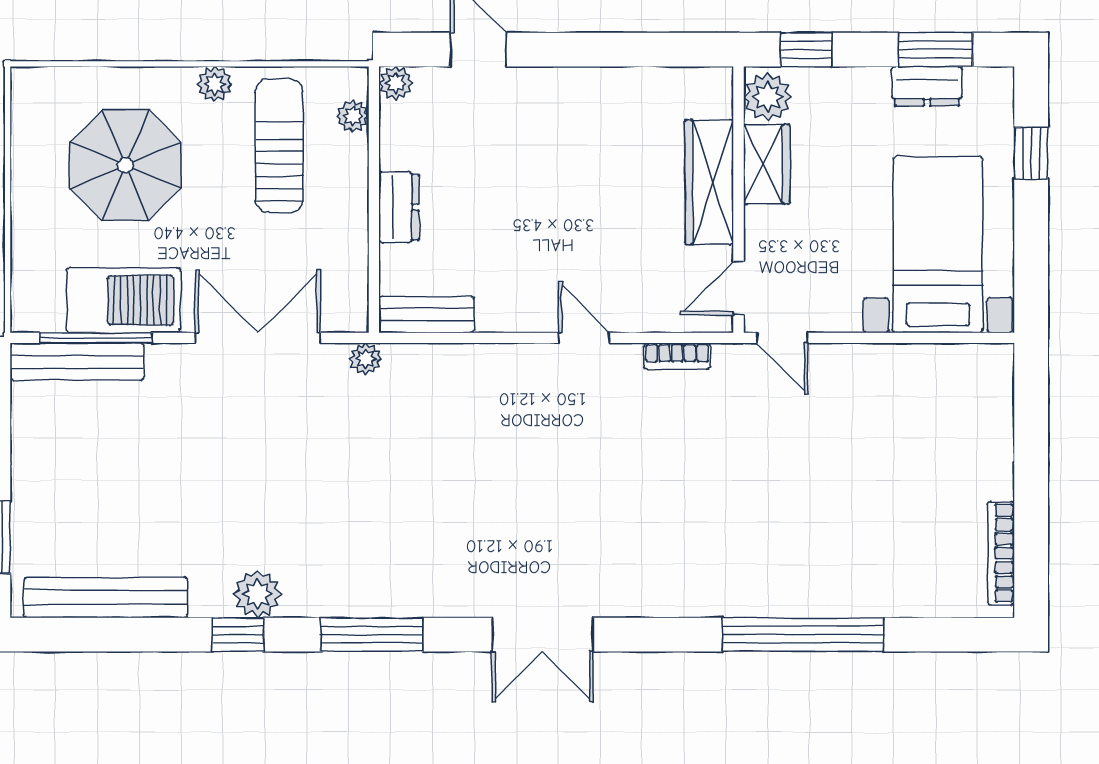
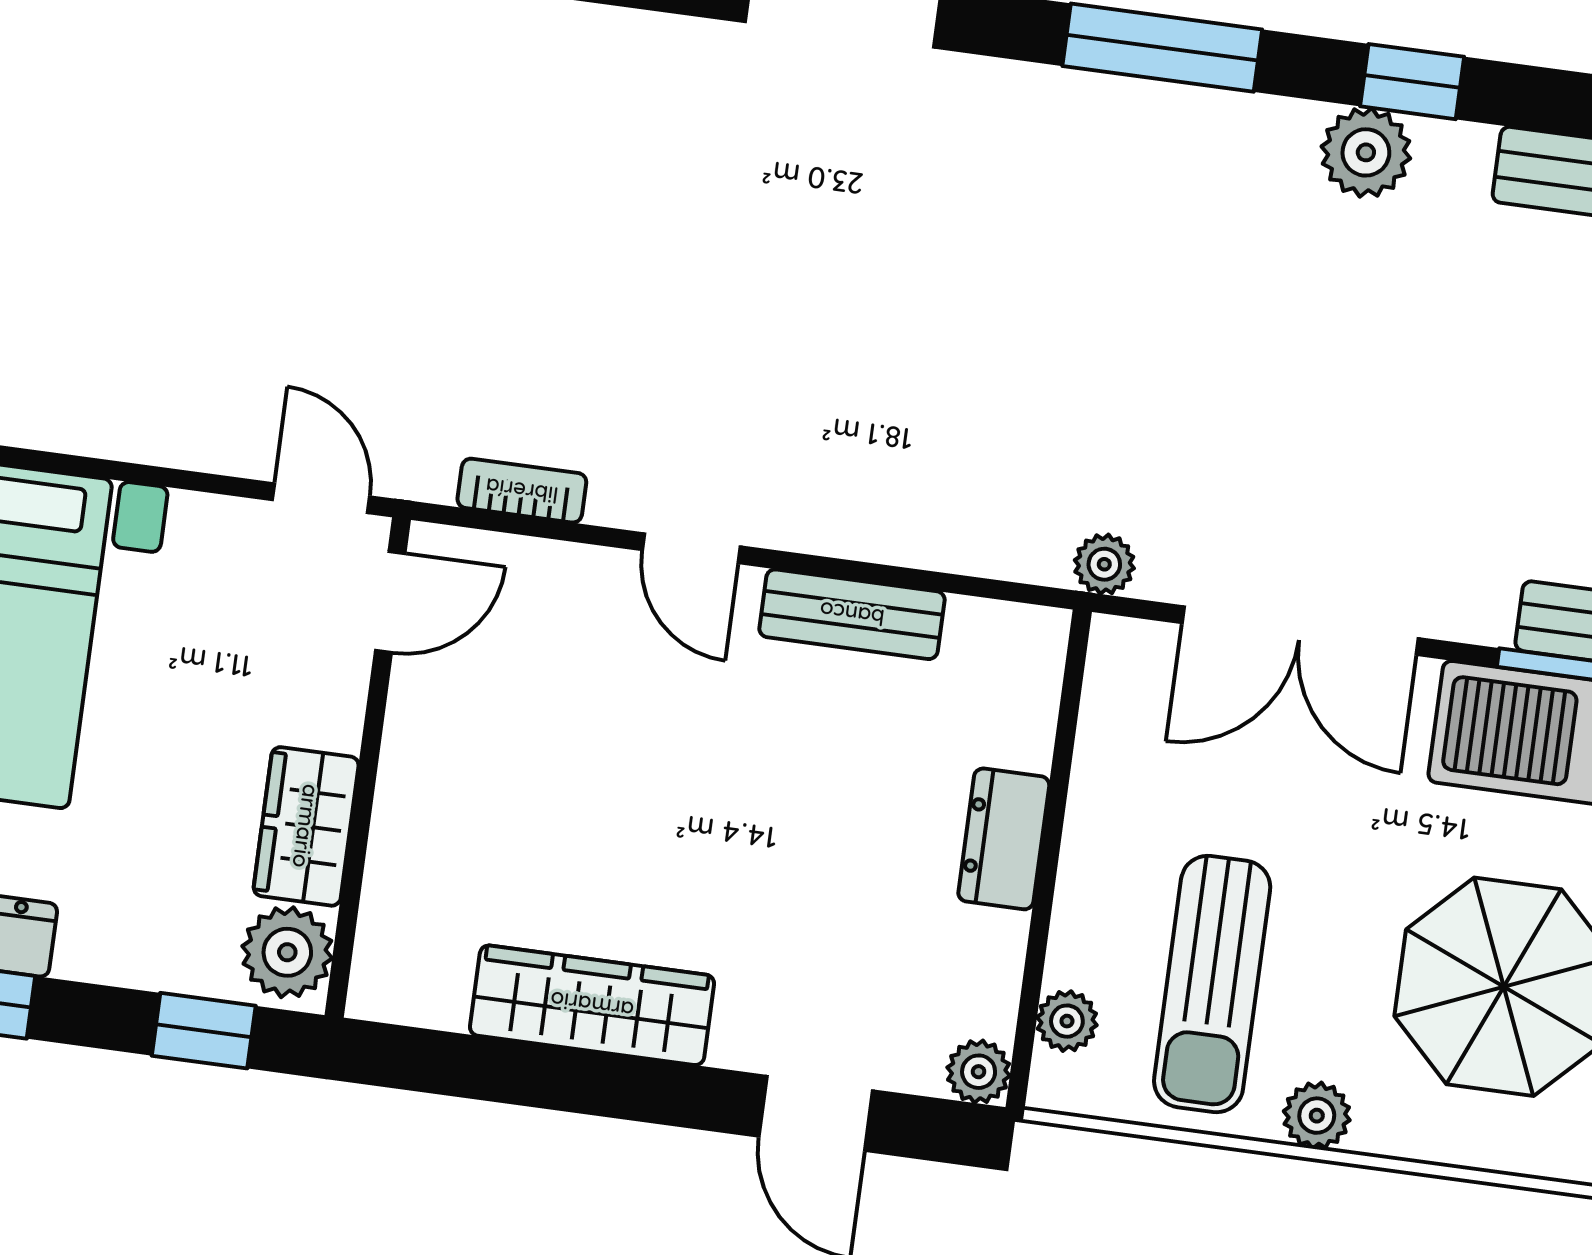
wardrobe: (709, 182) -> (592, 1005), moved, turned -90
bench: (427, 315) -> (852, 614), moved

